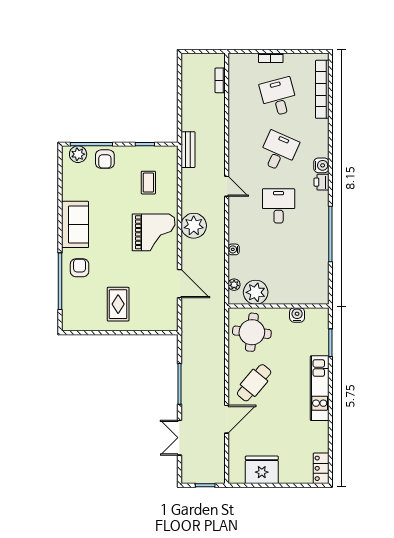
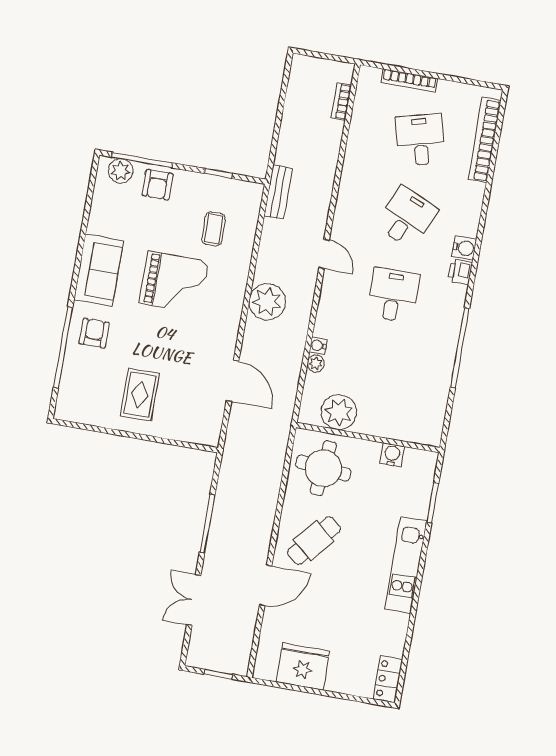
bookcase: (271, 58) -> (409, 80), width x1.56
grand piano: (154, 232) -> (174, 282), moved
plant: (234, 285) -> (316, 364), moved

